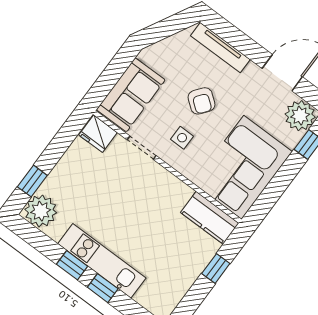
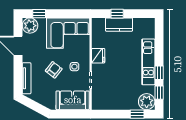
fridge: (98, 134) -> (98, 56), moved
kitchen counter: (210, 218) -> (119, 25), moved, turned 90
window: (103, 288) -> (159, 93), moved

